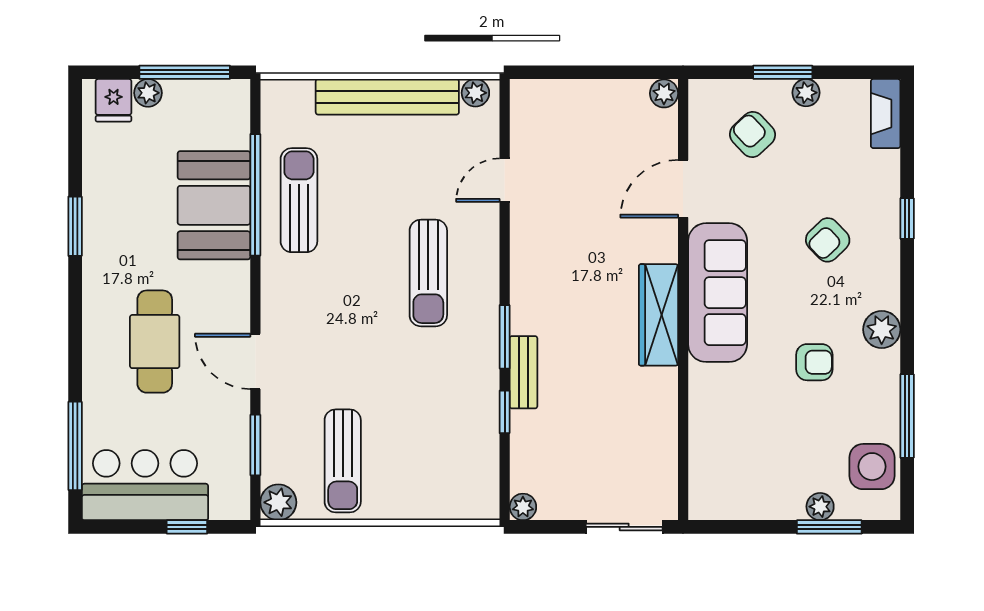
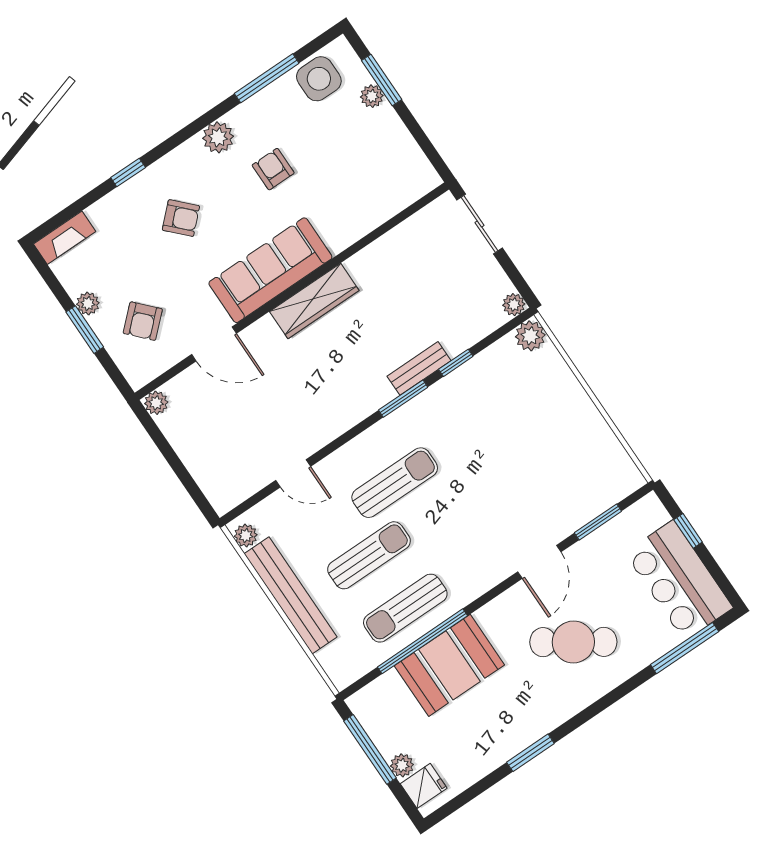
cafe table: (155, 342) -> (573, 642), turned 34
sun lounger: (343, 461) -> (369, 555), moved
plant: (278, 502) -> (530, 336), moved

